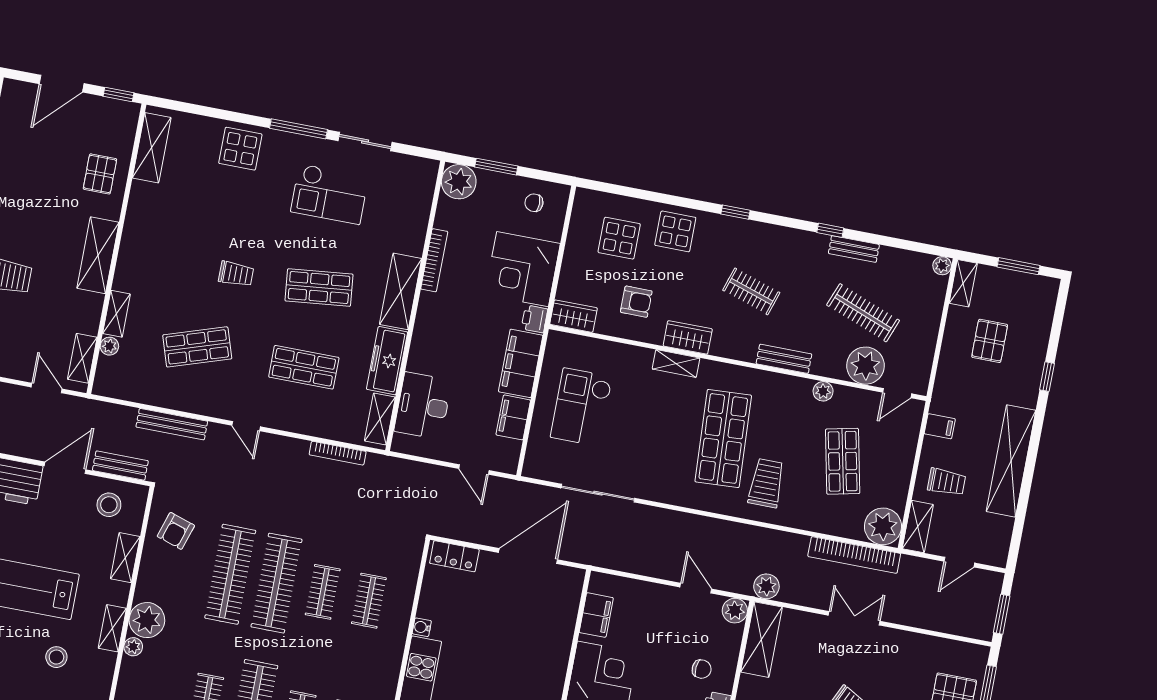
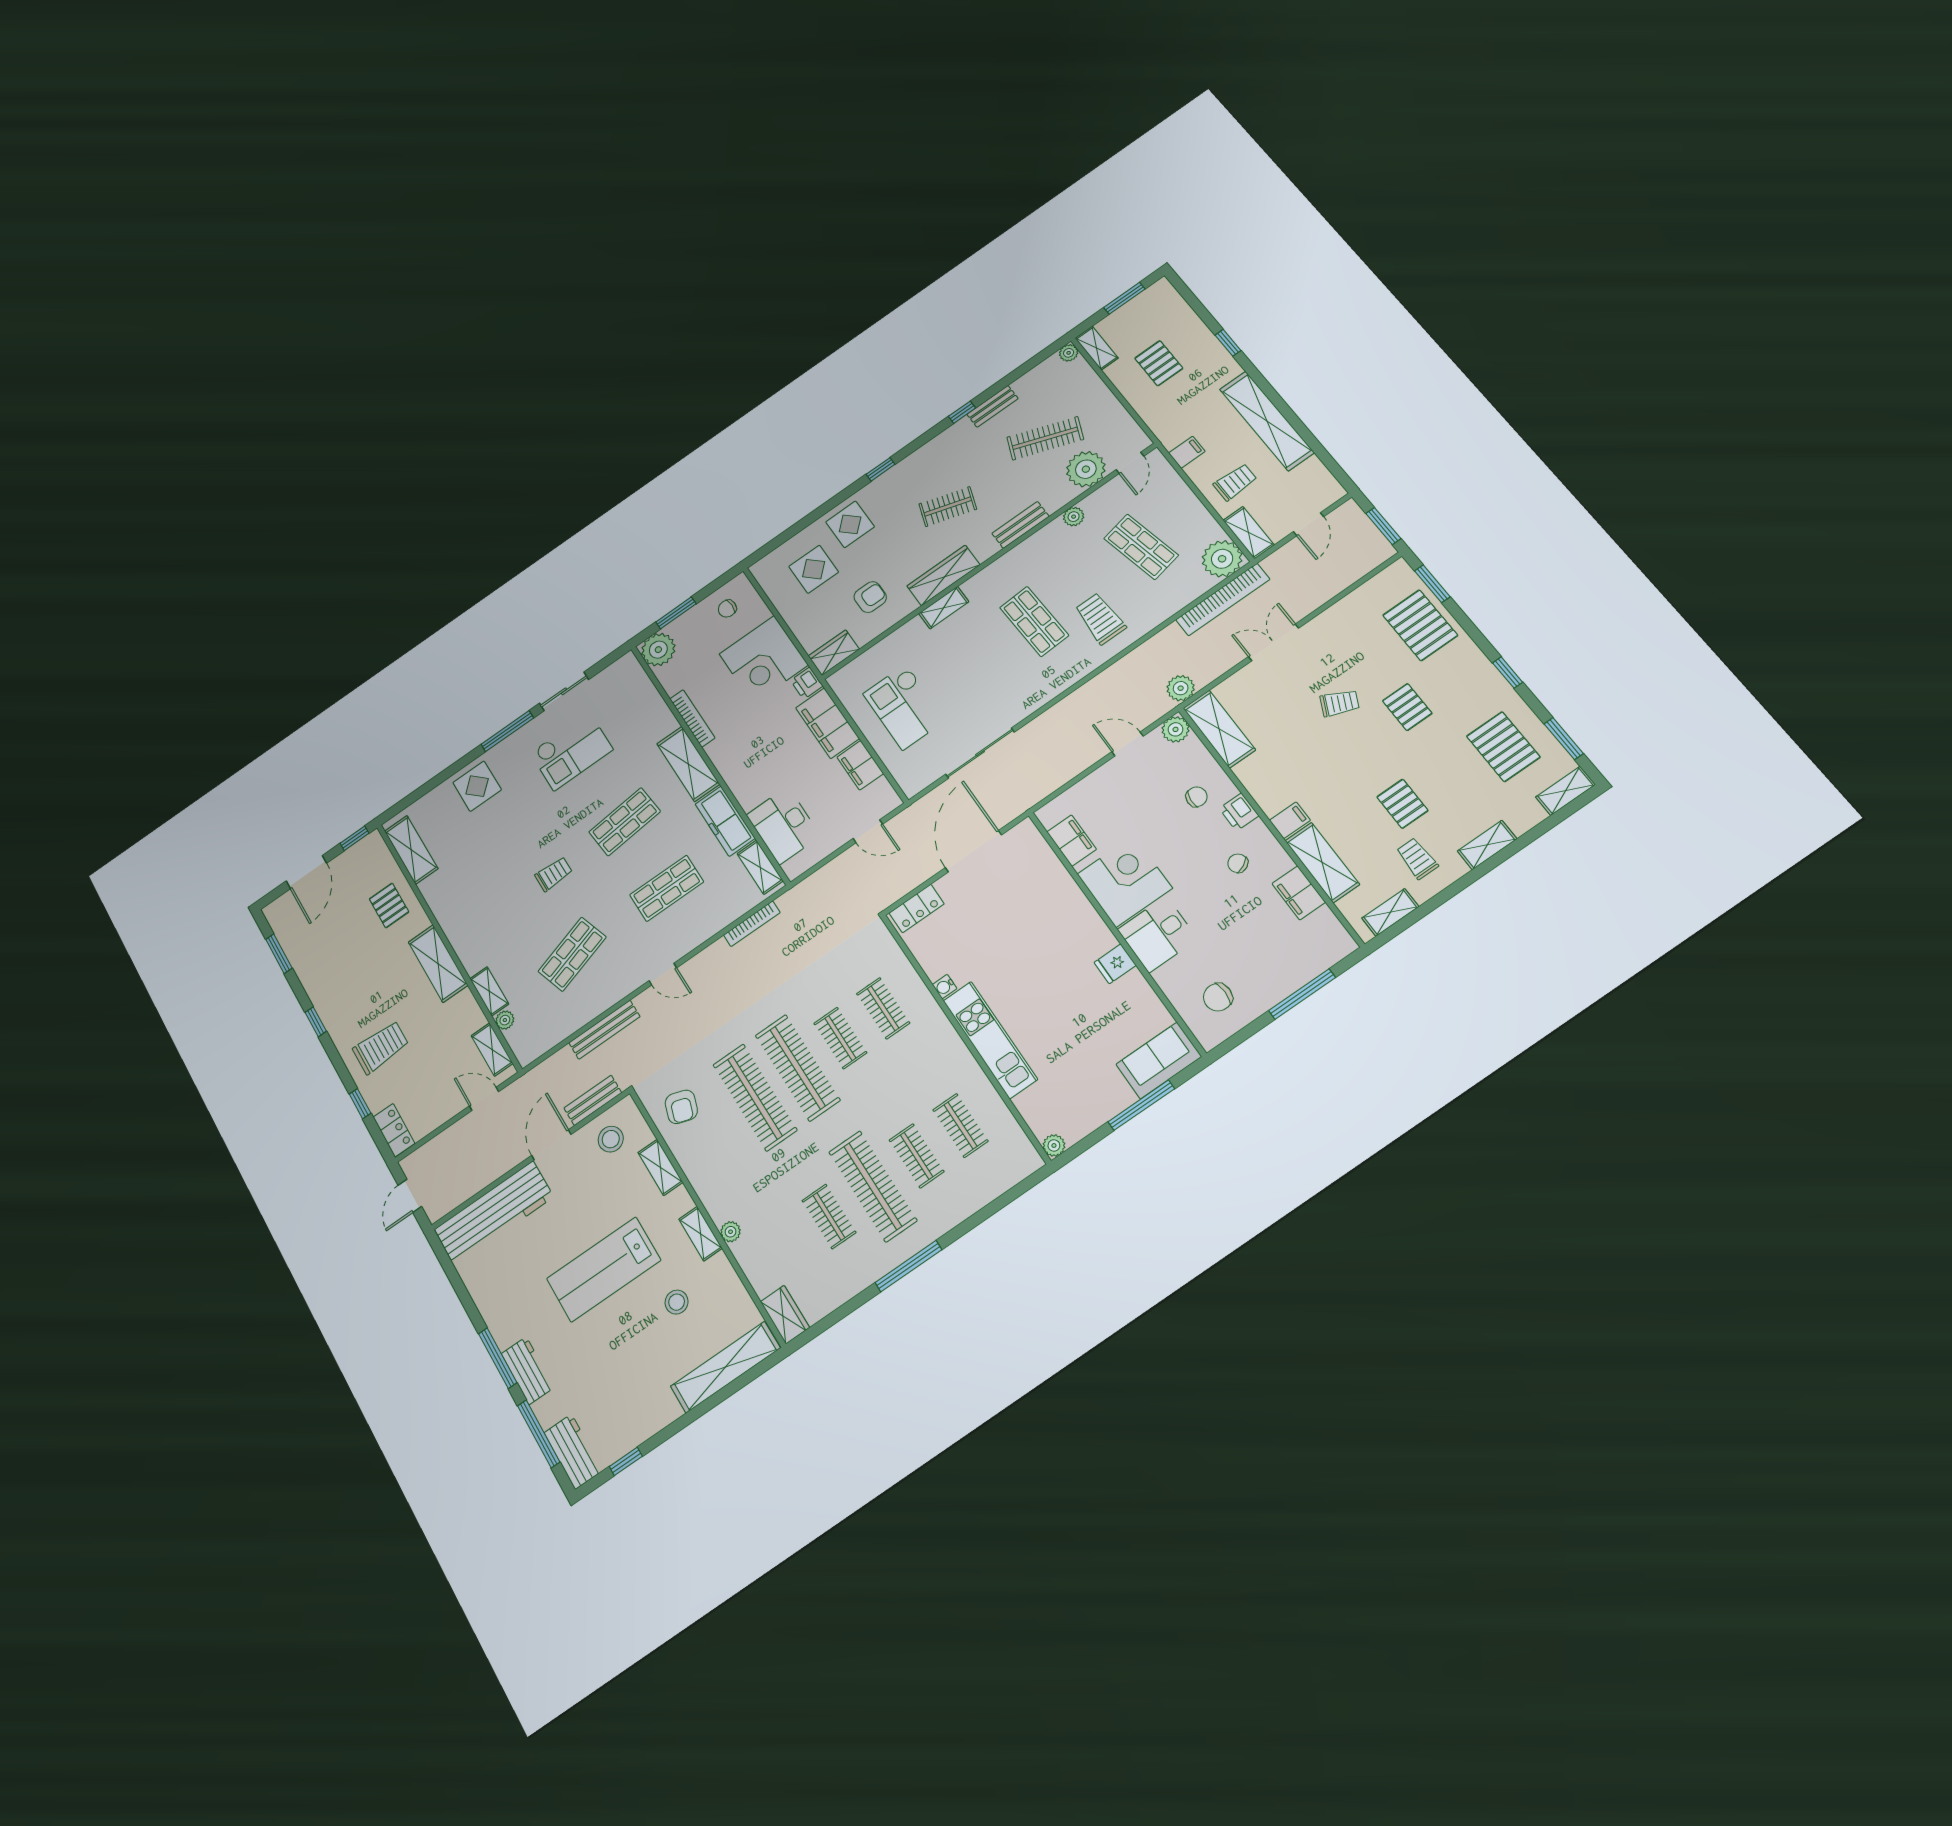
wardrobe: (688, 337) -> (943, 575), width x1.50
shop shelf: (723, 438) -> (1034, 621), width x0.70, depth x0.74
plant: (147, 620) -> (722, 1199), removed

